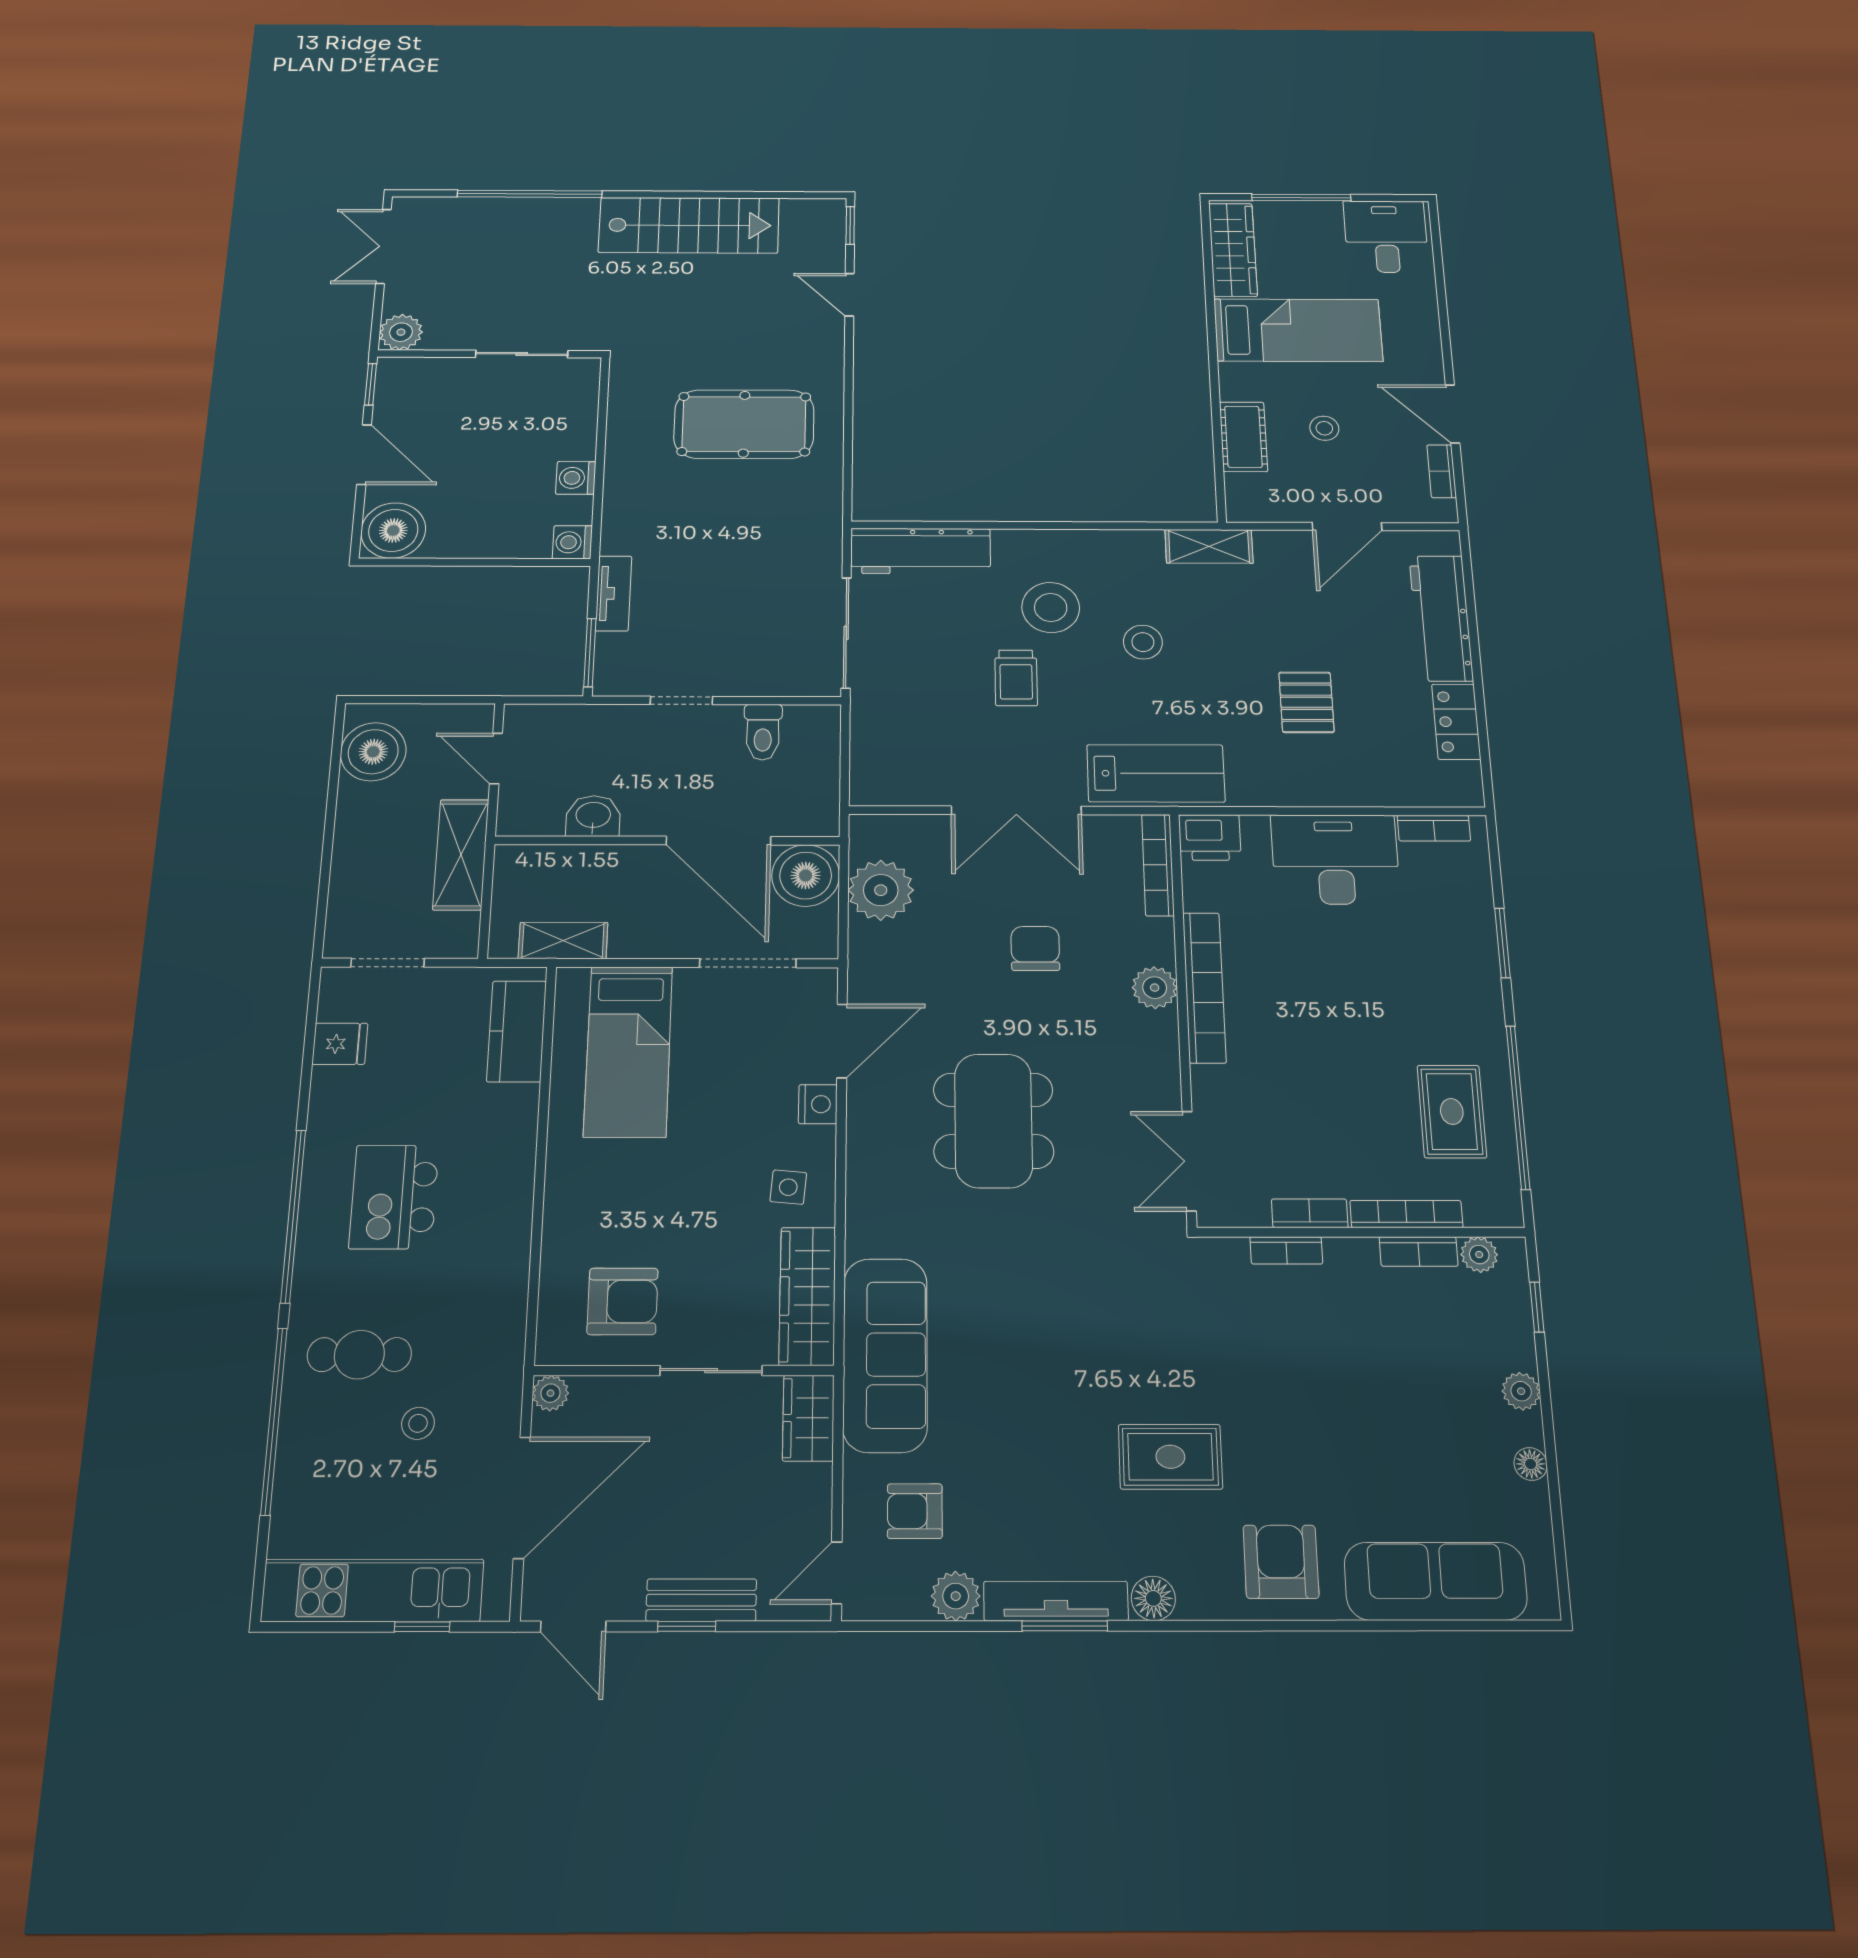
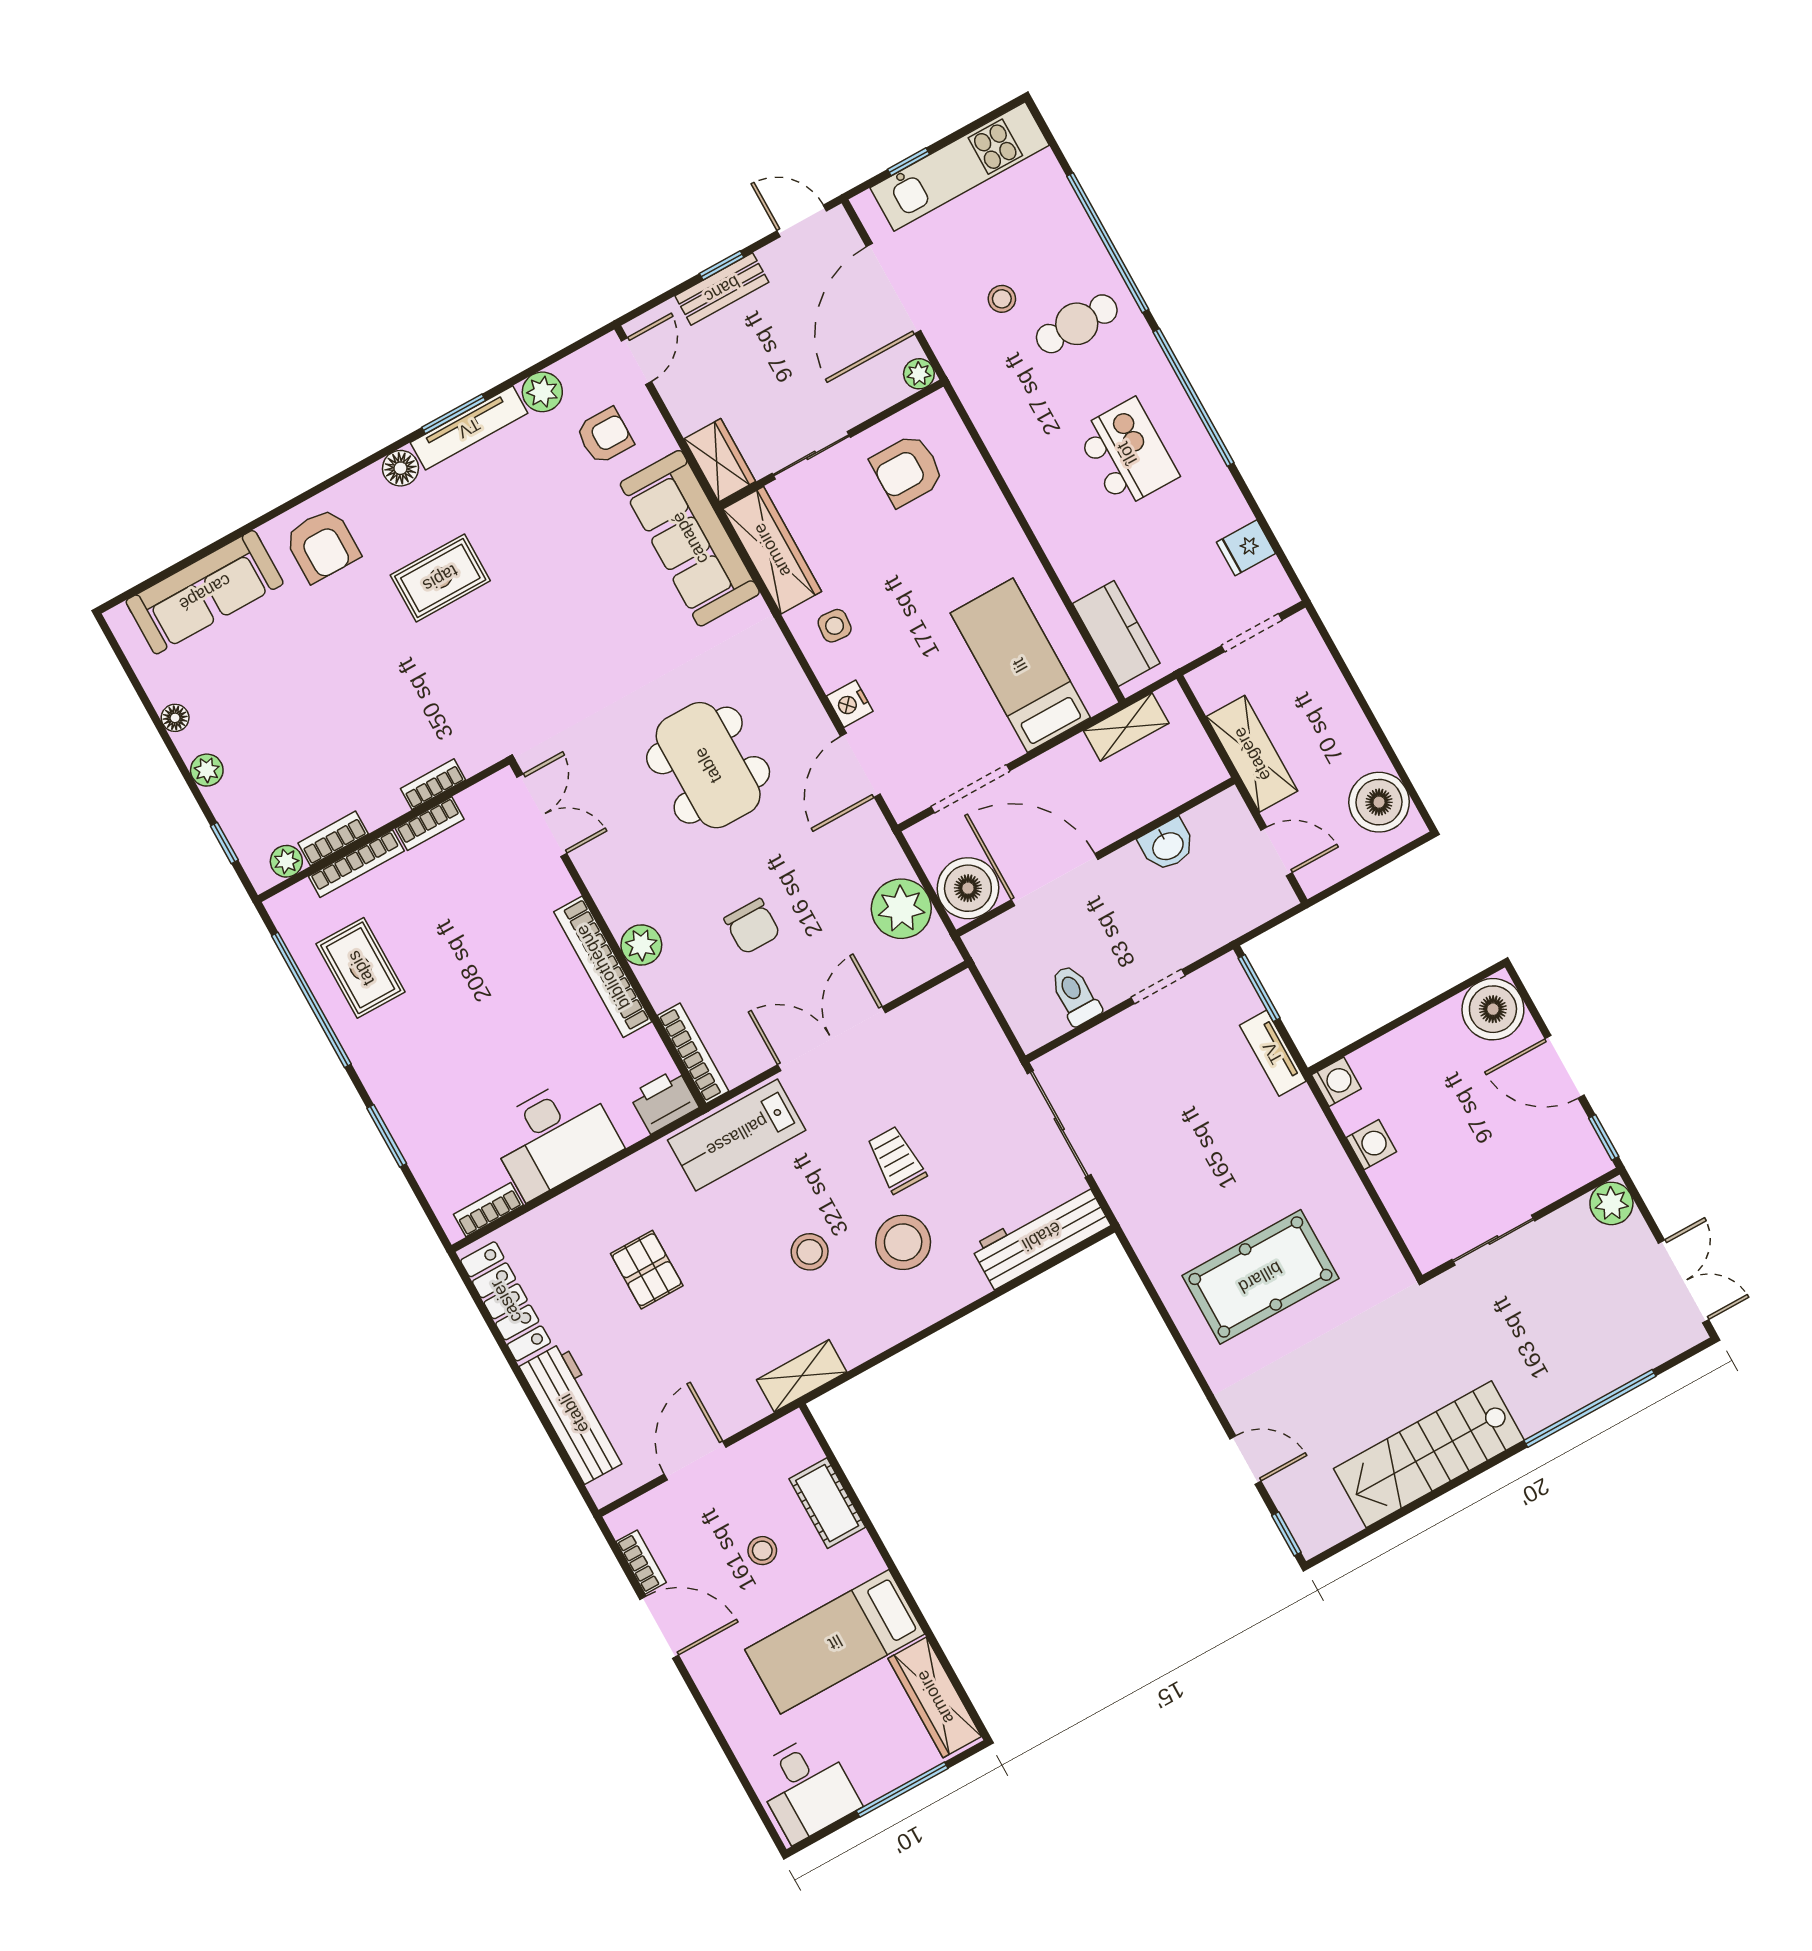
locker: (1456, 722) -> (506, 1301), width x1.53

